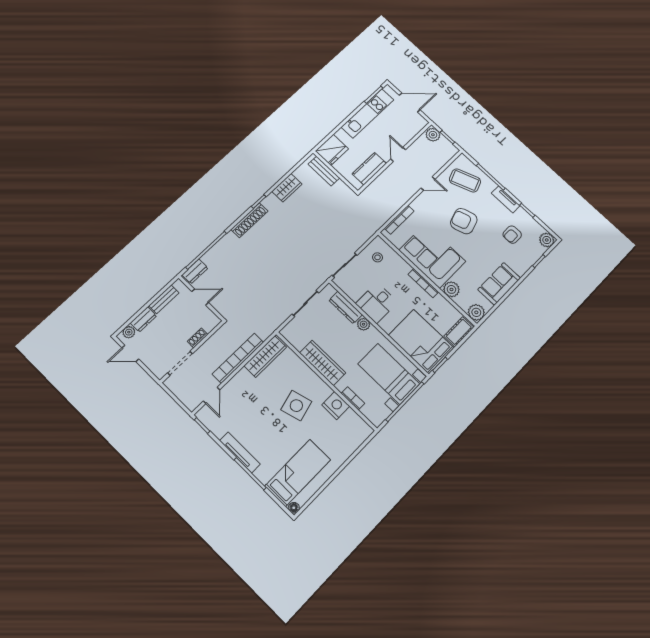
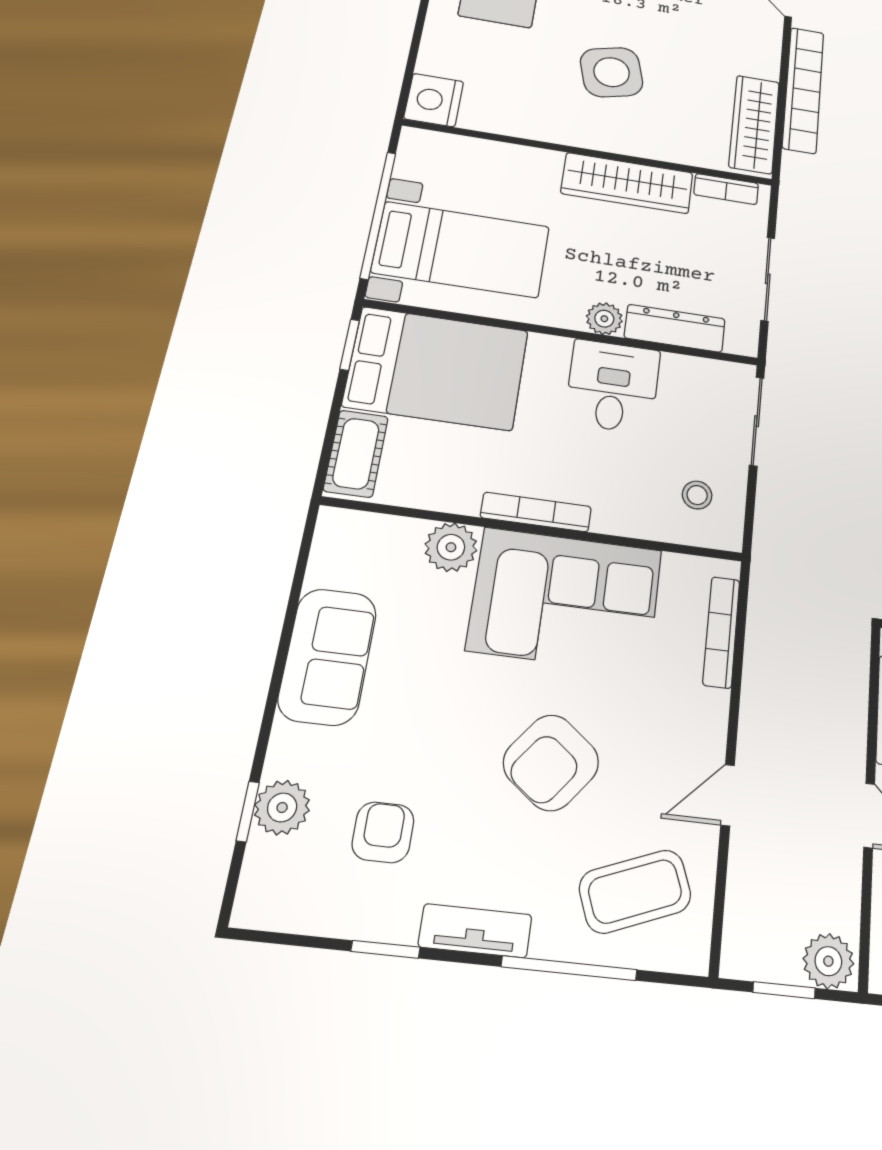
armchair: (464, 221) -> (551, 762), turned 146
plant: (547, 240) -> (282, 808), moved
plant: (476, 312) -> (342, 534), removed
bookcase: (353, 398) -> (726, 189), moved
nightstand: (336, 406) -> (434, 100), moved, turned 90

